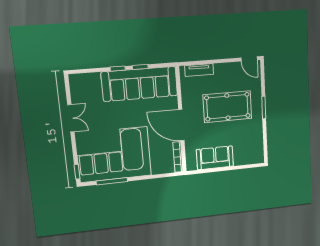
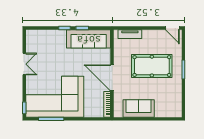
sofa: (140, 84) -> (89, 39), width x0.74, depth x0.79

